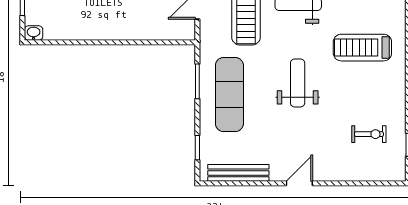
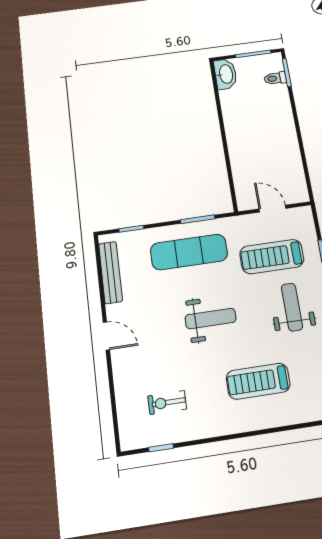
washbasin: (34, 33) -> (225, 74), width x1.91, depth x1.45
treadmill: (362, 48) -> (258, 381), turned -90
exercise bike: (369, 134) -> (167, 402), turned 90

